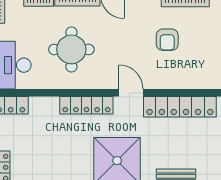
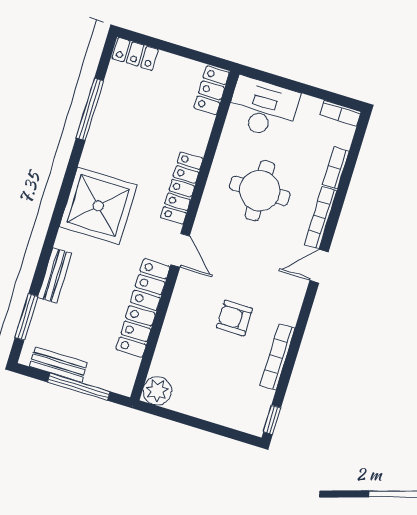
door: (131, 93) -> (180, 250), hinge flipped

